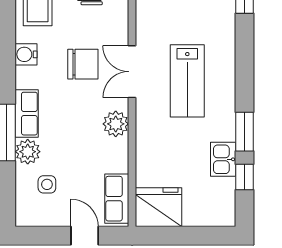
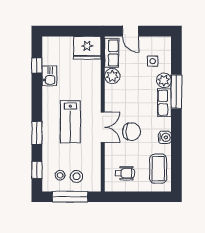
chair: (83, 64) -> (132, 132), turned 180
lab bench: (187, 81) -> (70, 122), turned 180
plant: (116, 124) -> (112, 76), moved
window: (244, 132) -> (37, 133), moved

